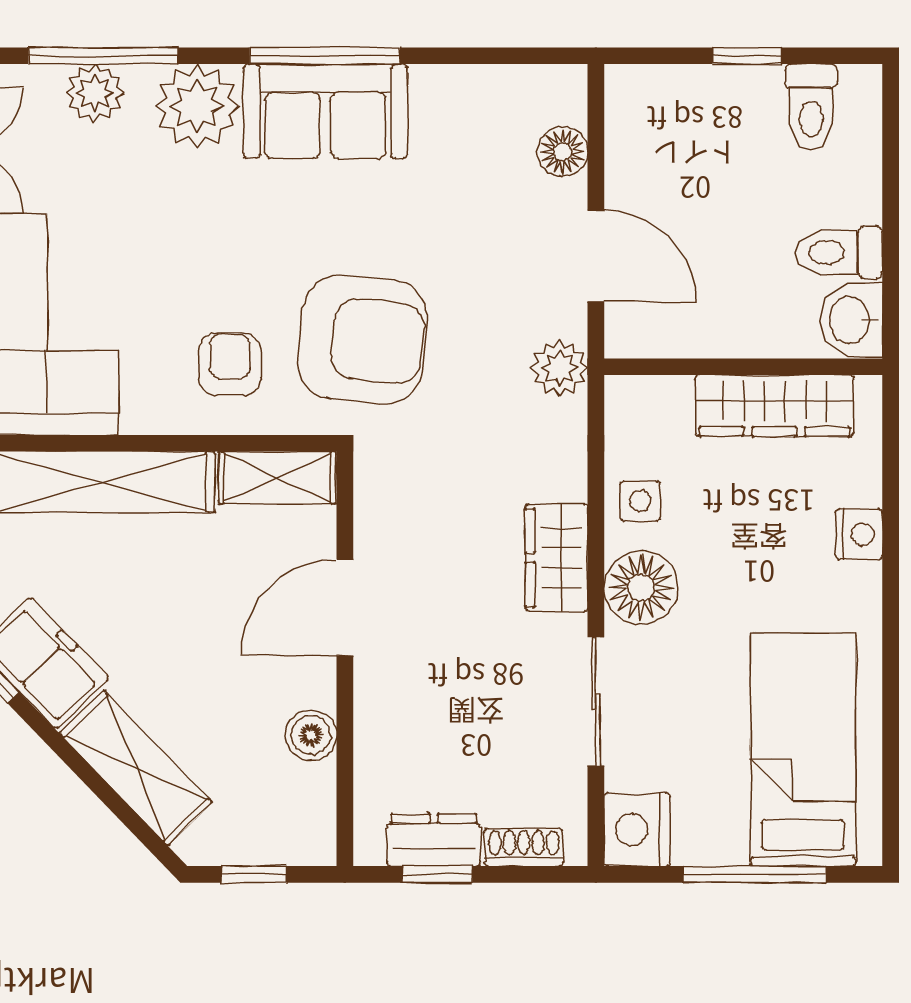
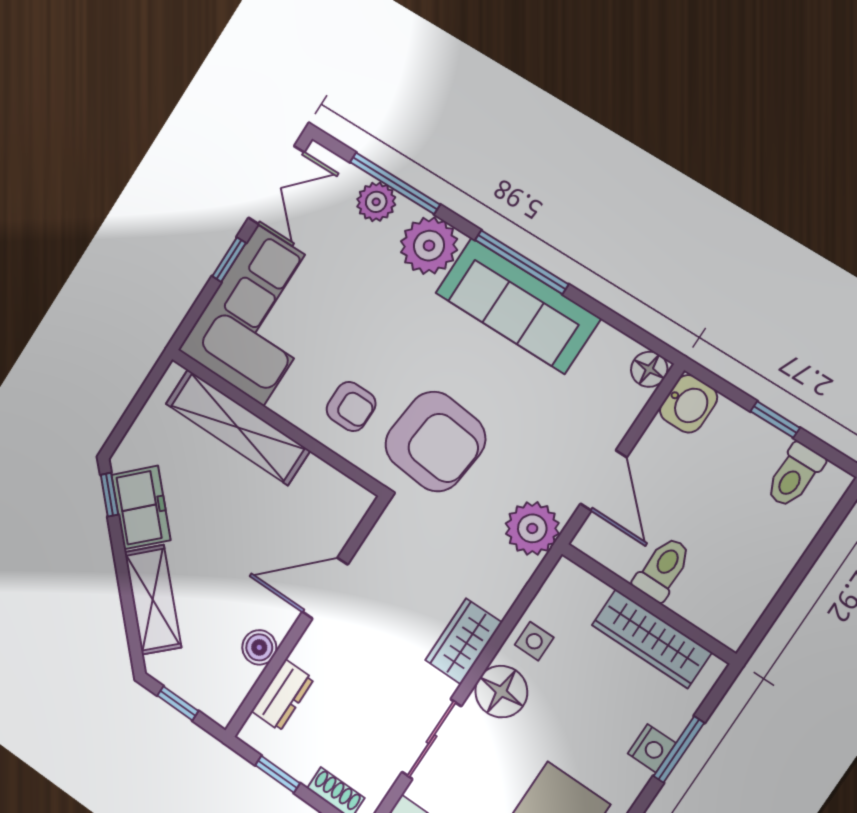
sofa: (325, 111) -> (518, 306), width x1.36
floor lamp: (563, 152) -> (649, 369), moved
toilet: (839, 252) -> (663, 569), moved, turned 90
washbasin: (851, 320) -> (689, 404), moved, turned 180
armchair: (230, 364) -> (351, 407), turned 90
plant: (559, 368) -> (532, 528), width x1.36, depth x1.36
shelving: (277, 478) -> (335, 489), removed
window: (891, 514) -> (679, 750), added
dresser: (434, 840) -> (283, 695), moved, turned 90

